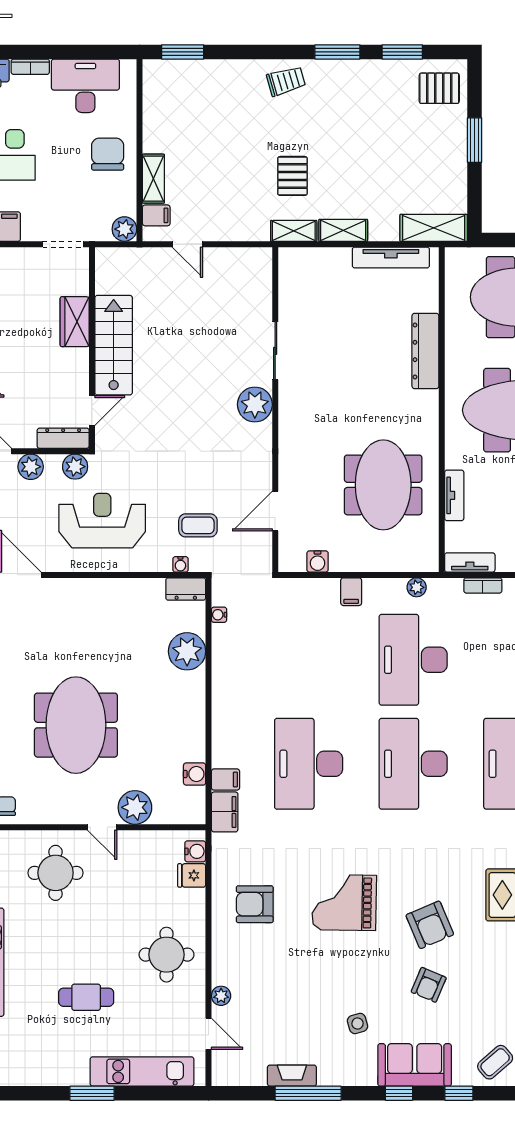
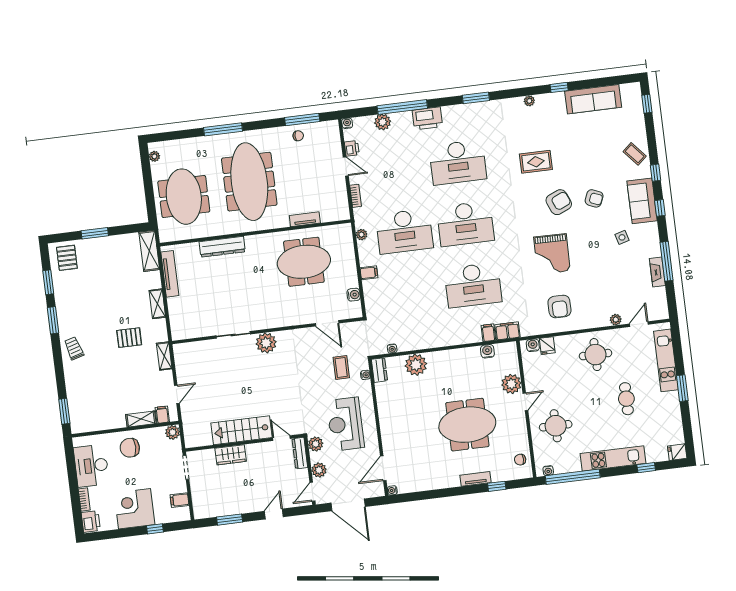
shelving: (294, 231) -> (164, 356), moved
tv unit: (470, 562) -> (343, 205), removed

